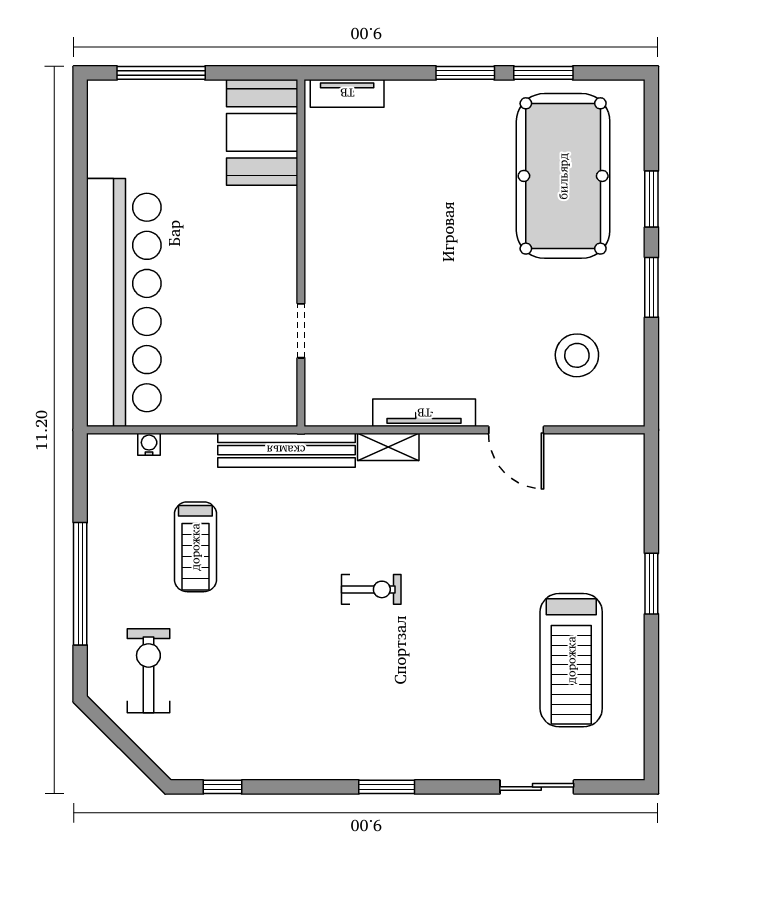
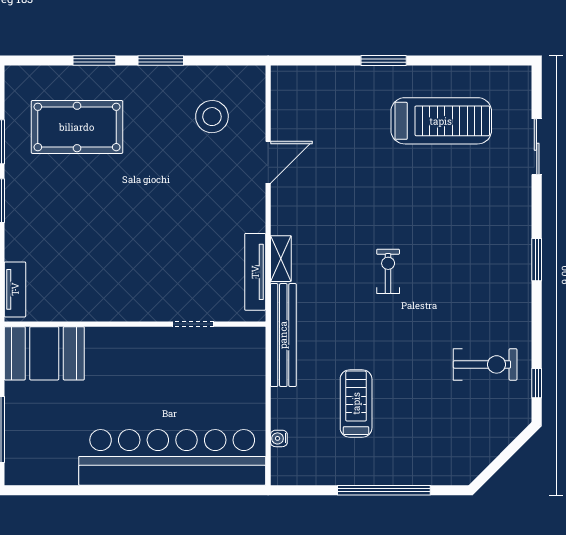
pool table: (563, 176) -> (77, 127), width x0.73, depth x0.76
tv unit: (424, 413) -> (255, 272), moved
treadmill: (195, 547) -> (356, 403), turned -90
exercise bike: (148, 671) -> (485, 364), moved, turned 180

